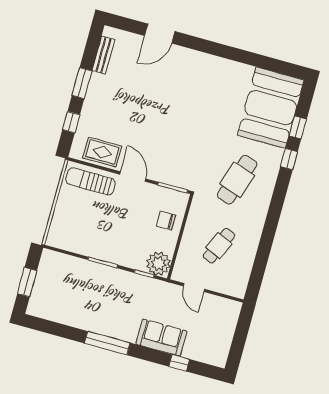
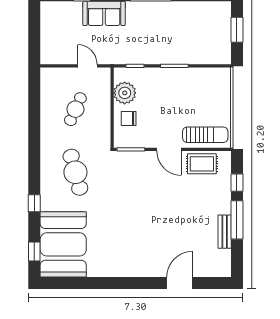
bench: (103, 55) -> (225, 232), moved
window: (82, 83) -> (237, 220), width x1.44
window: (298, 127) -> (34, 251), moved
cafe table: (237, 180) -> (75, 172), turned -33
chair: (166, 220) -> (129, 119), turned 180
plant: (158, 264) -> (125, 93), moved

